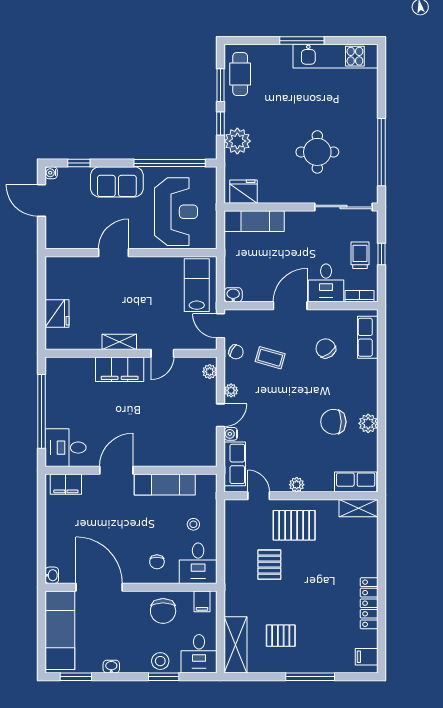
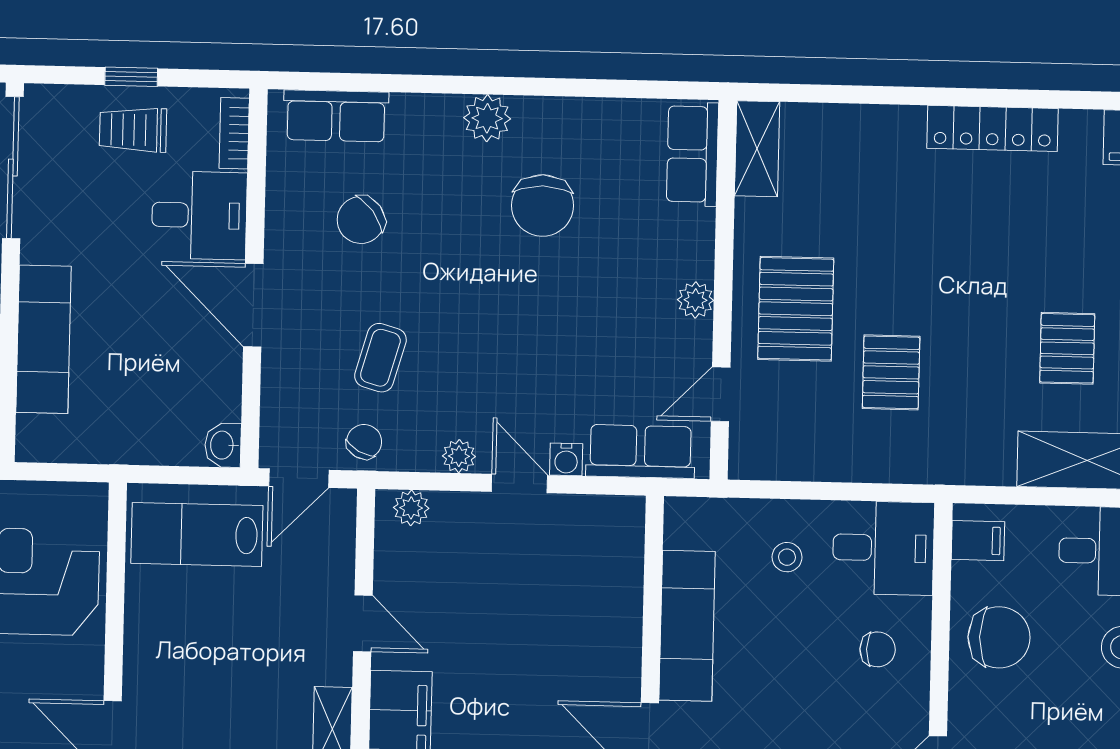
exam couch: (254, 221) -> (44, 339), moved
plant: (368, 423) -> (487, 118), moved
pallet: (269, 565) -> (891, 372), turned 90

